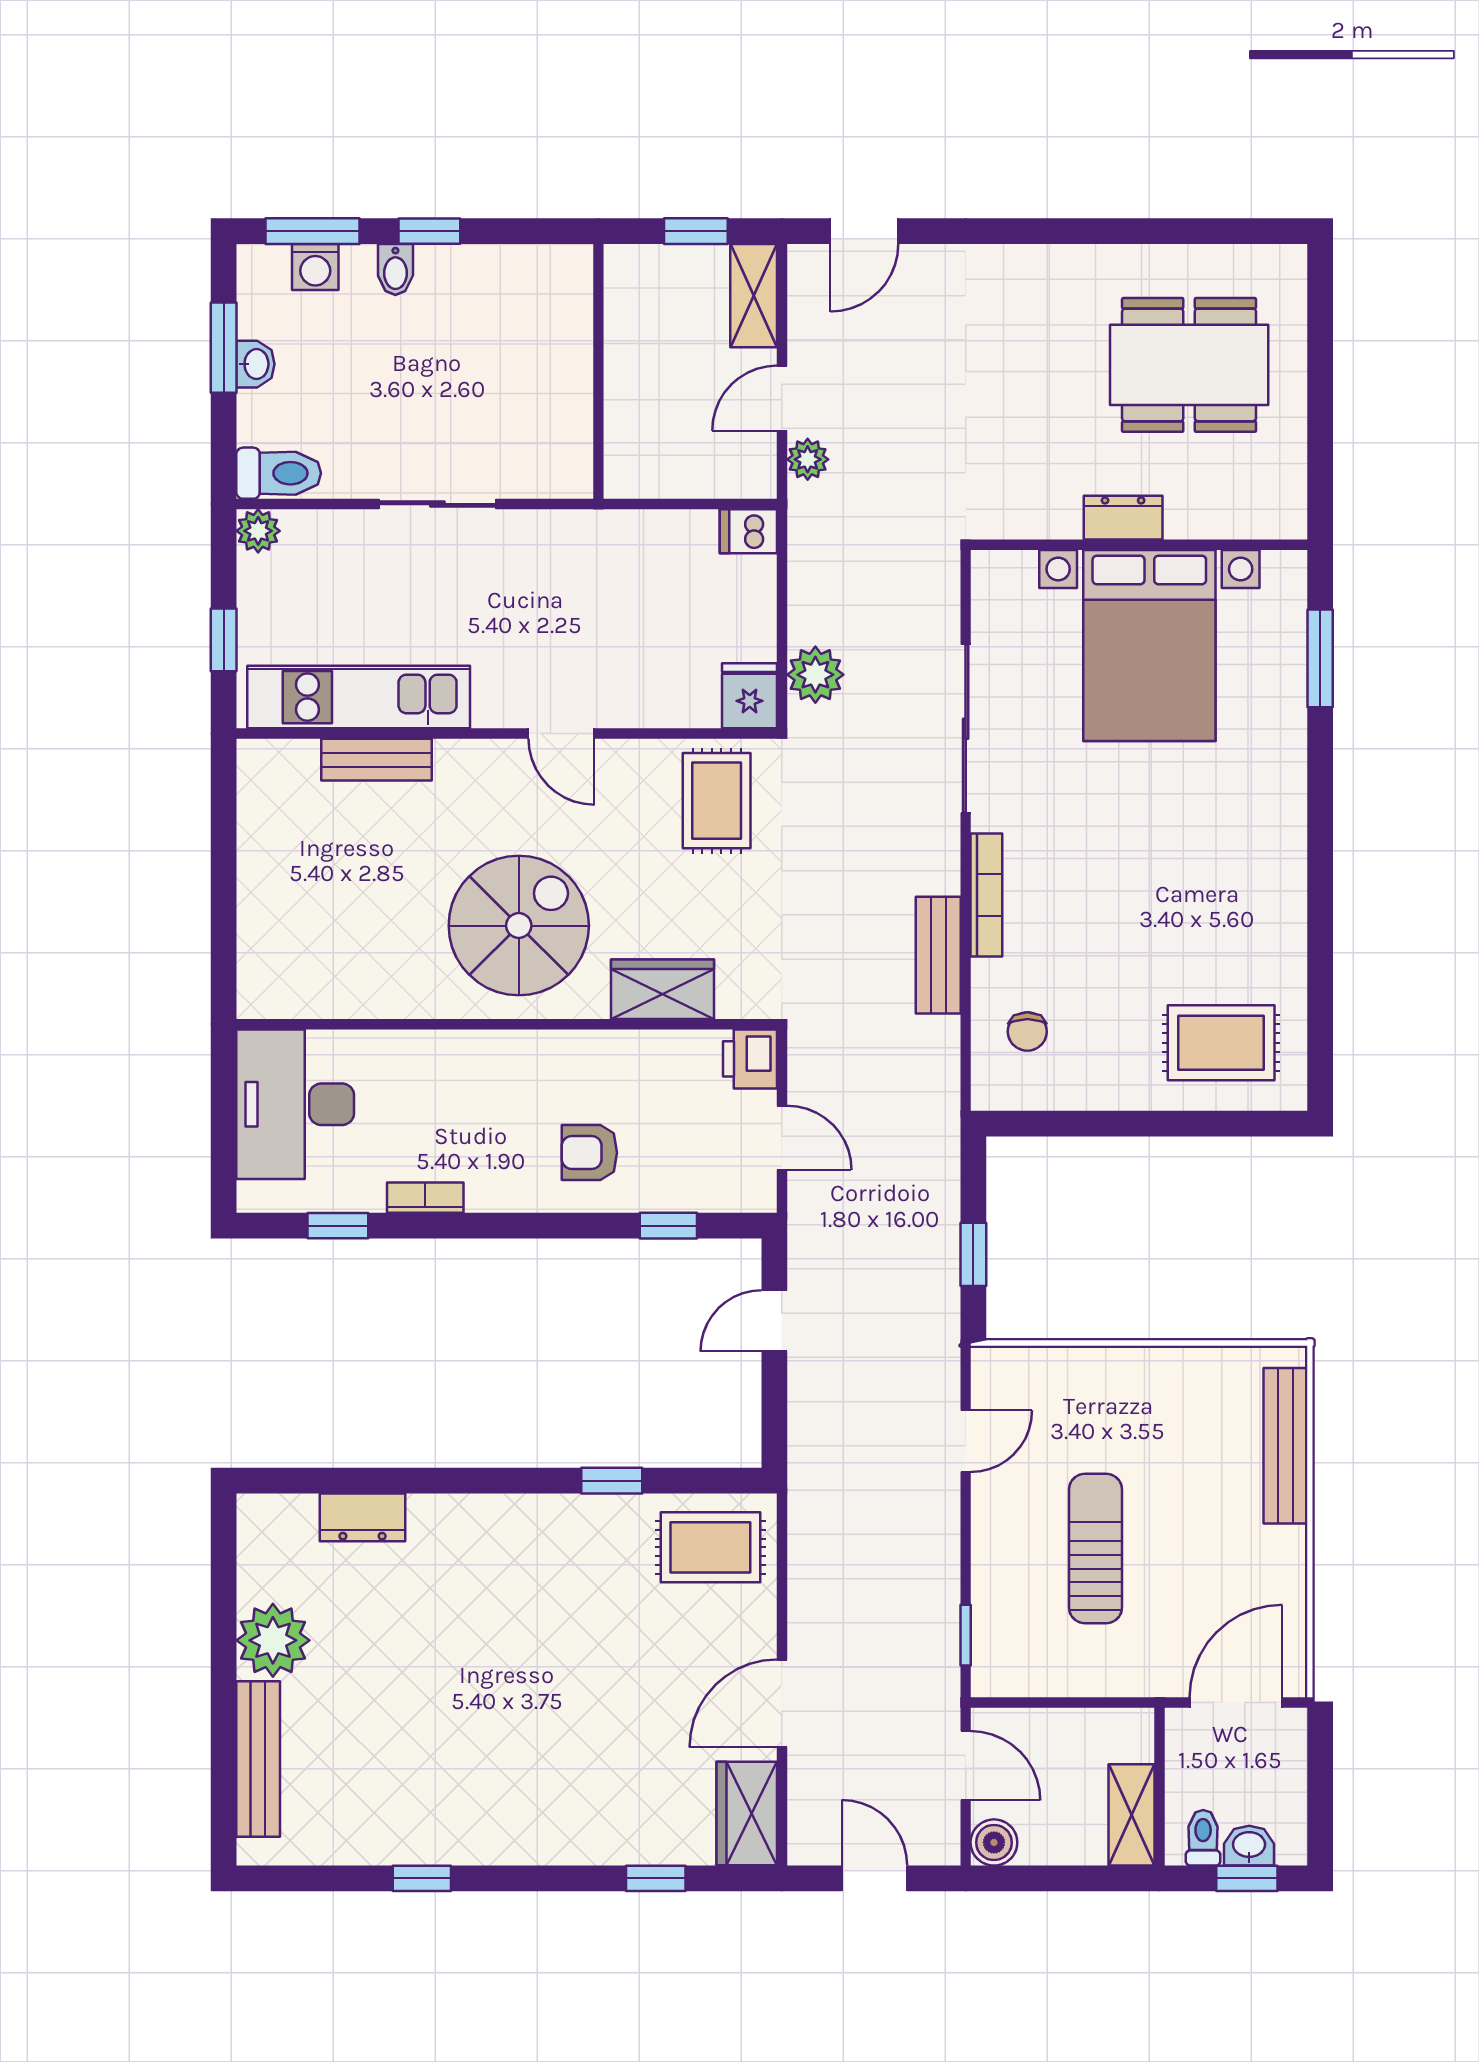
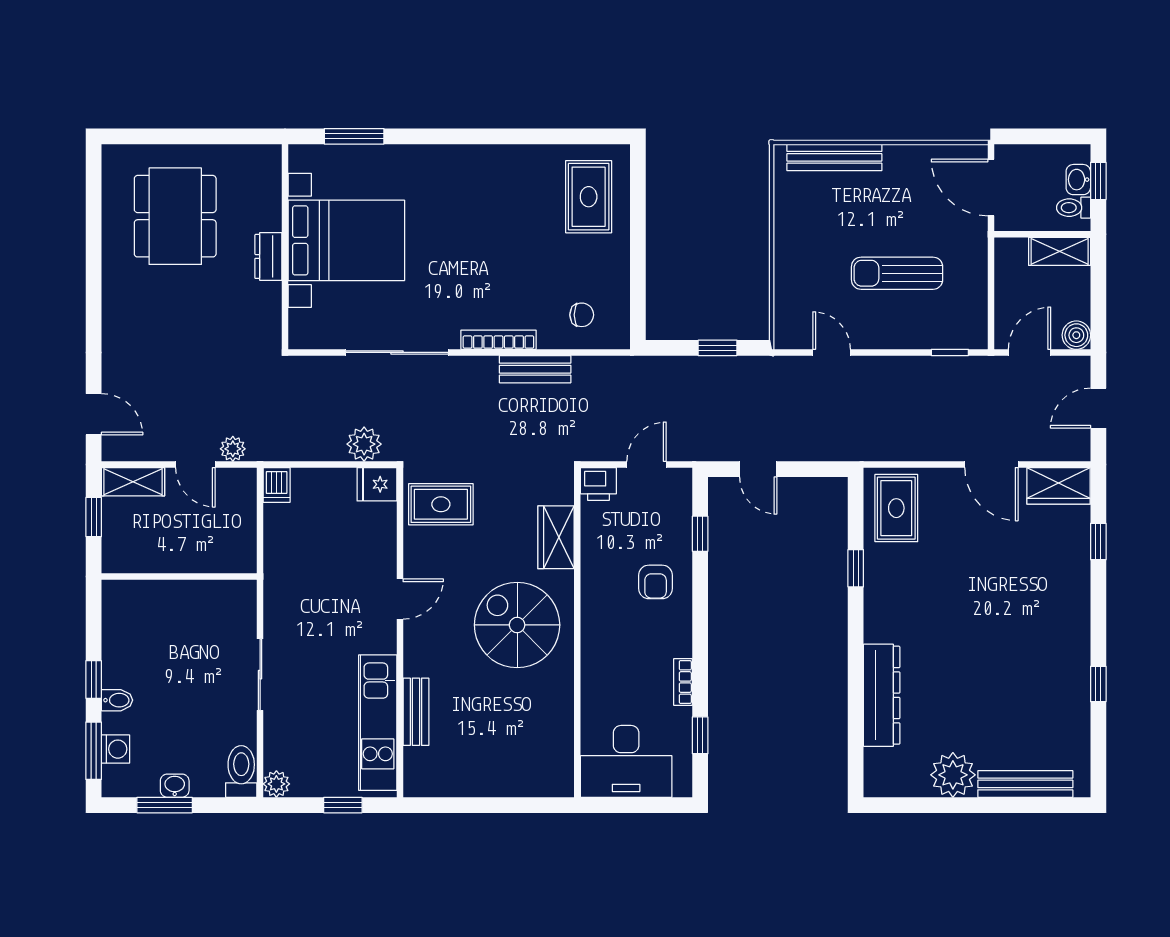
dresser: (363, 1517) -> (882, 695), width x1.96, depth x1.24

